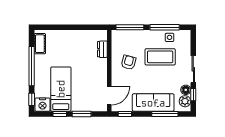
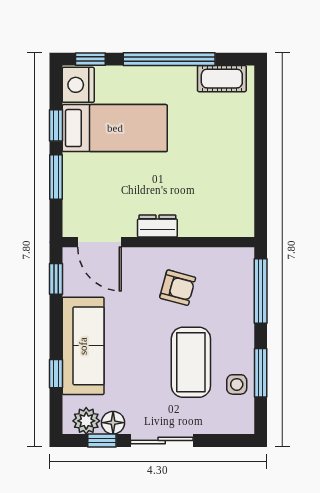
window: (165, 27) -> (261, 373), width x0.69
dresser: (102, 49) -> (157, 226), moved
window: (165, 114) -> (56, 374), width x0.46

